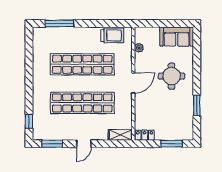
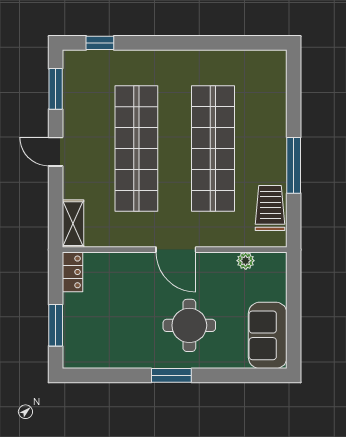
window: (59, 23) -> (294, 165), moved
trolley: (112, 35) -> (270, 208), turned 180
window: (197, 105) -> (171, 375), moved

